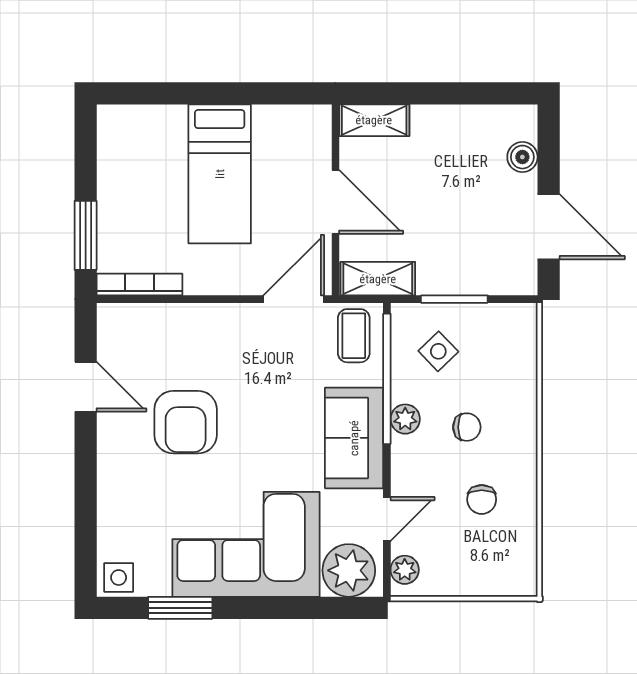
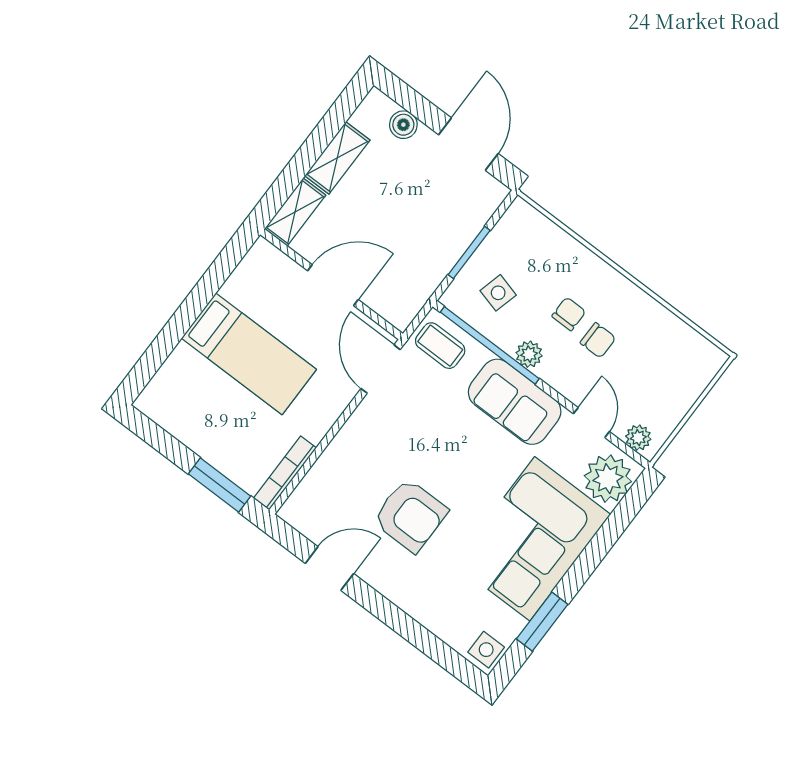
door: (549, 227) -> (468, 144), hinge flipped
shelving: (378, 279) -> (337, 158), moved
side table: (438, 351) -> (498, 293), turned -31
chair: (482, 499) -> (598, 340), moved

